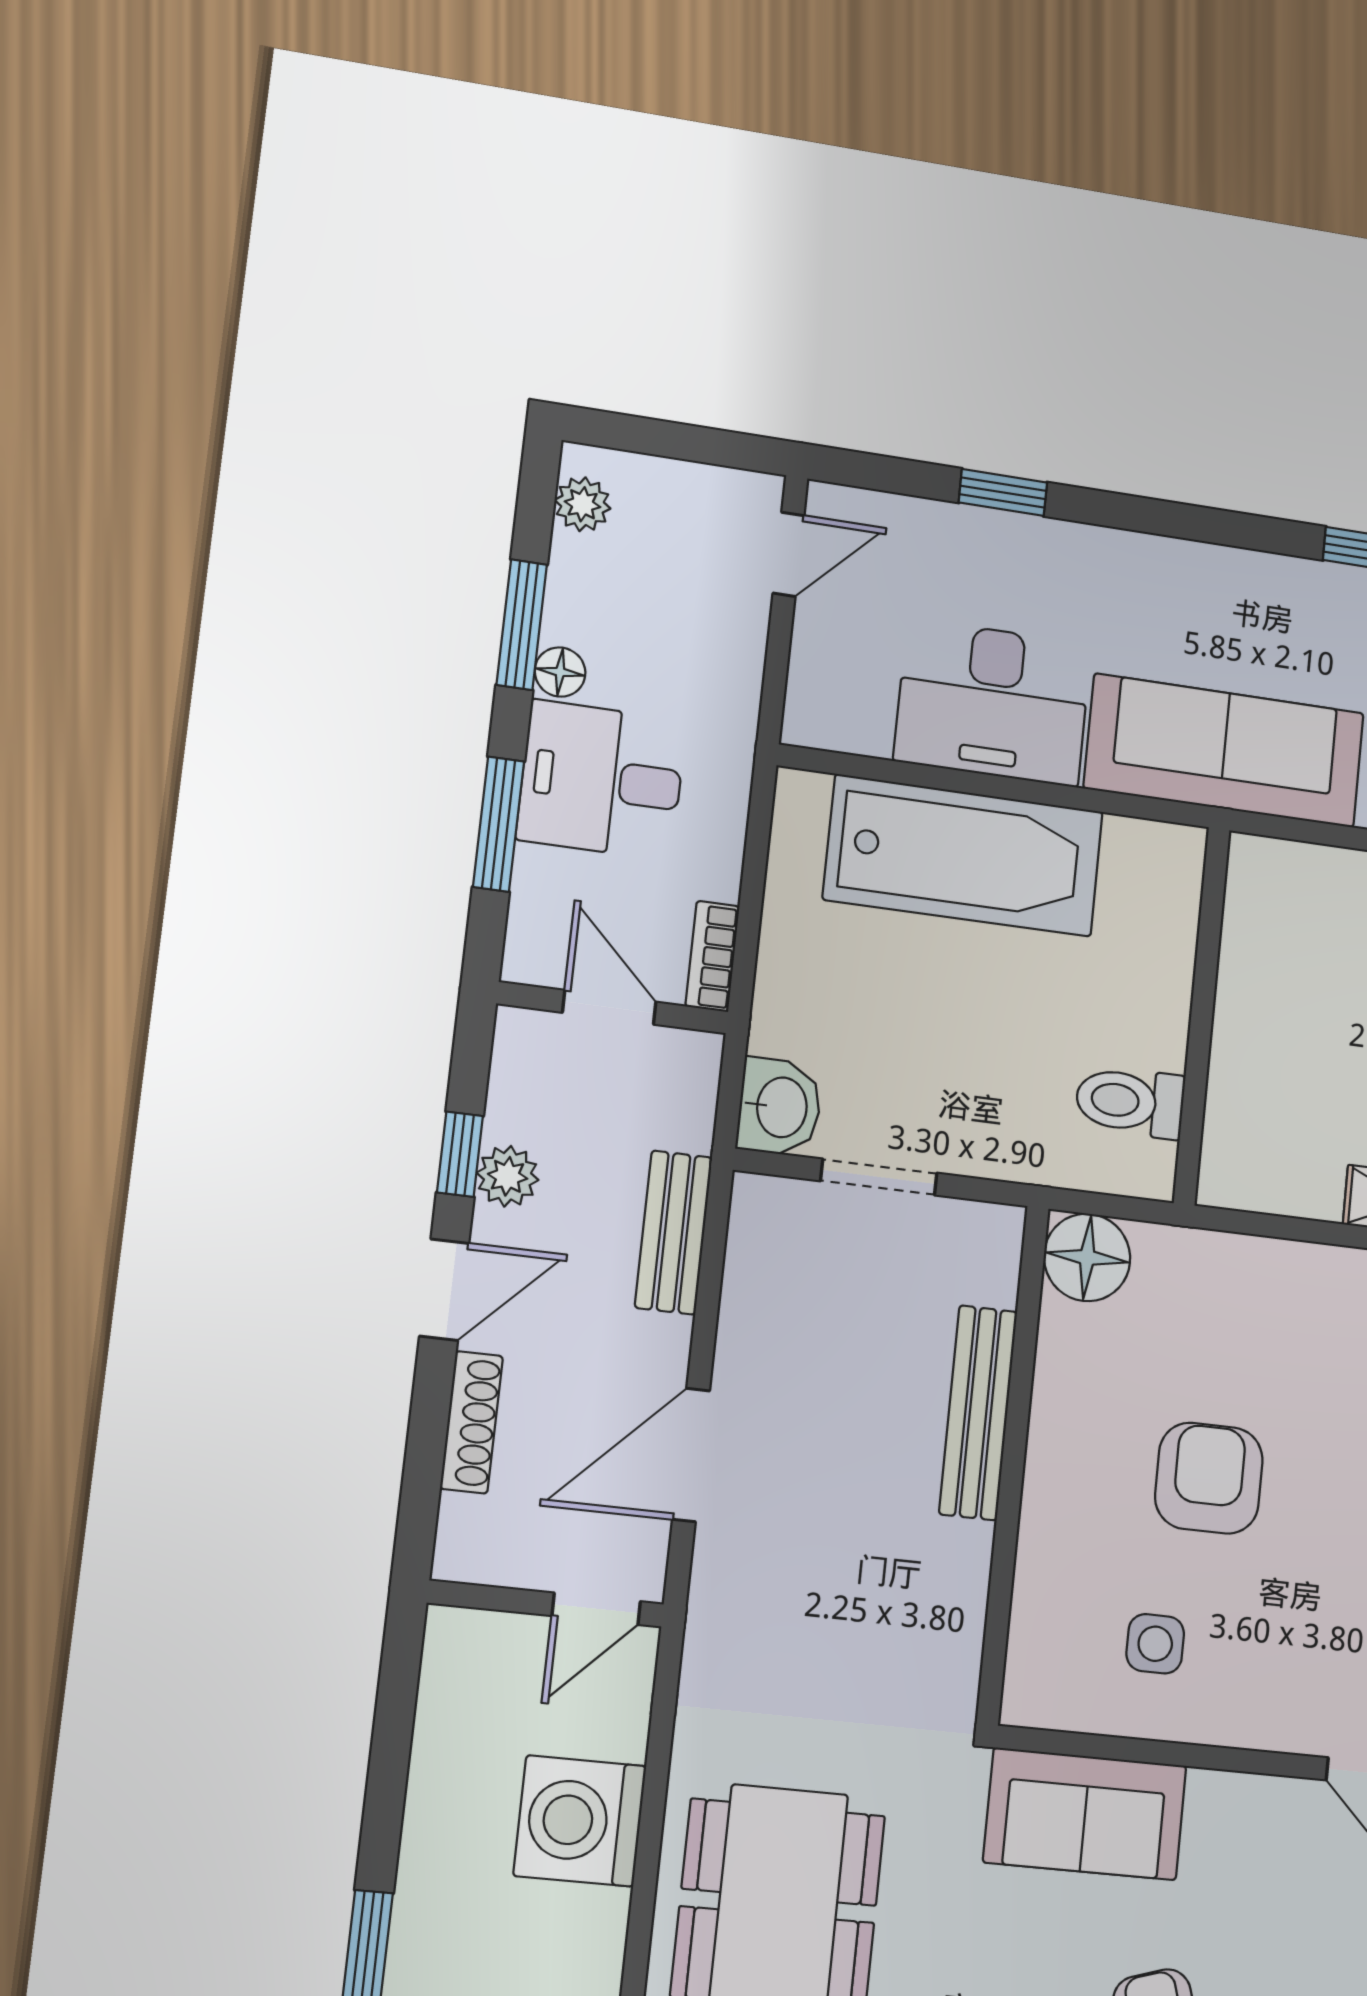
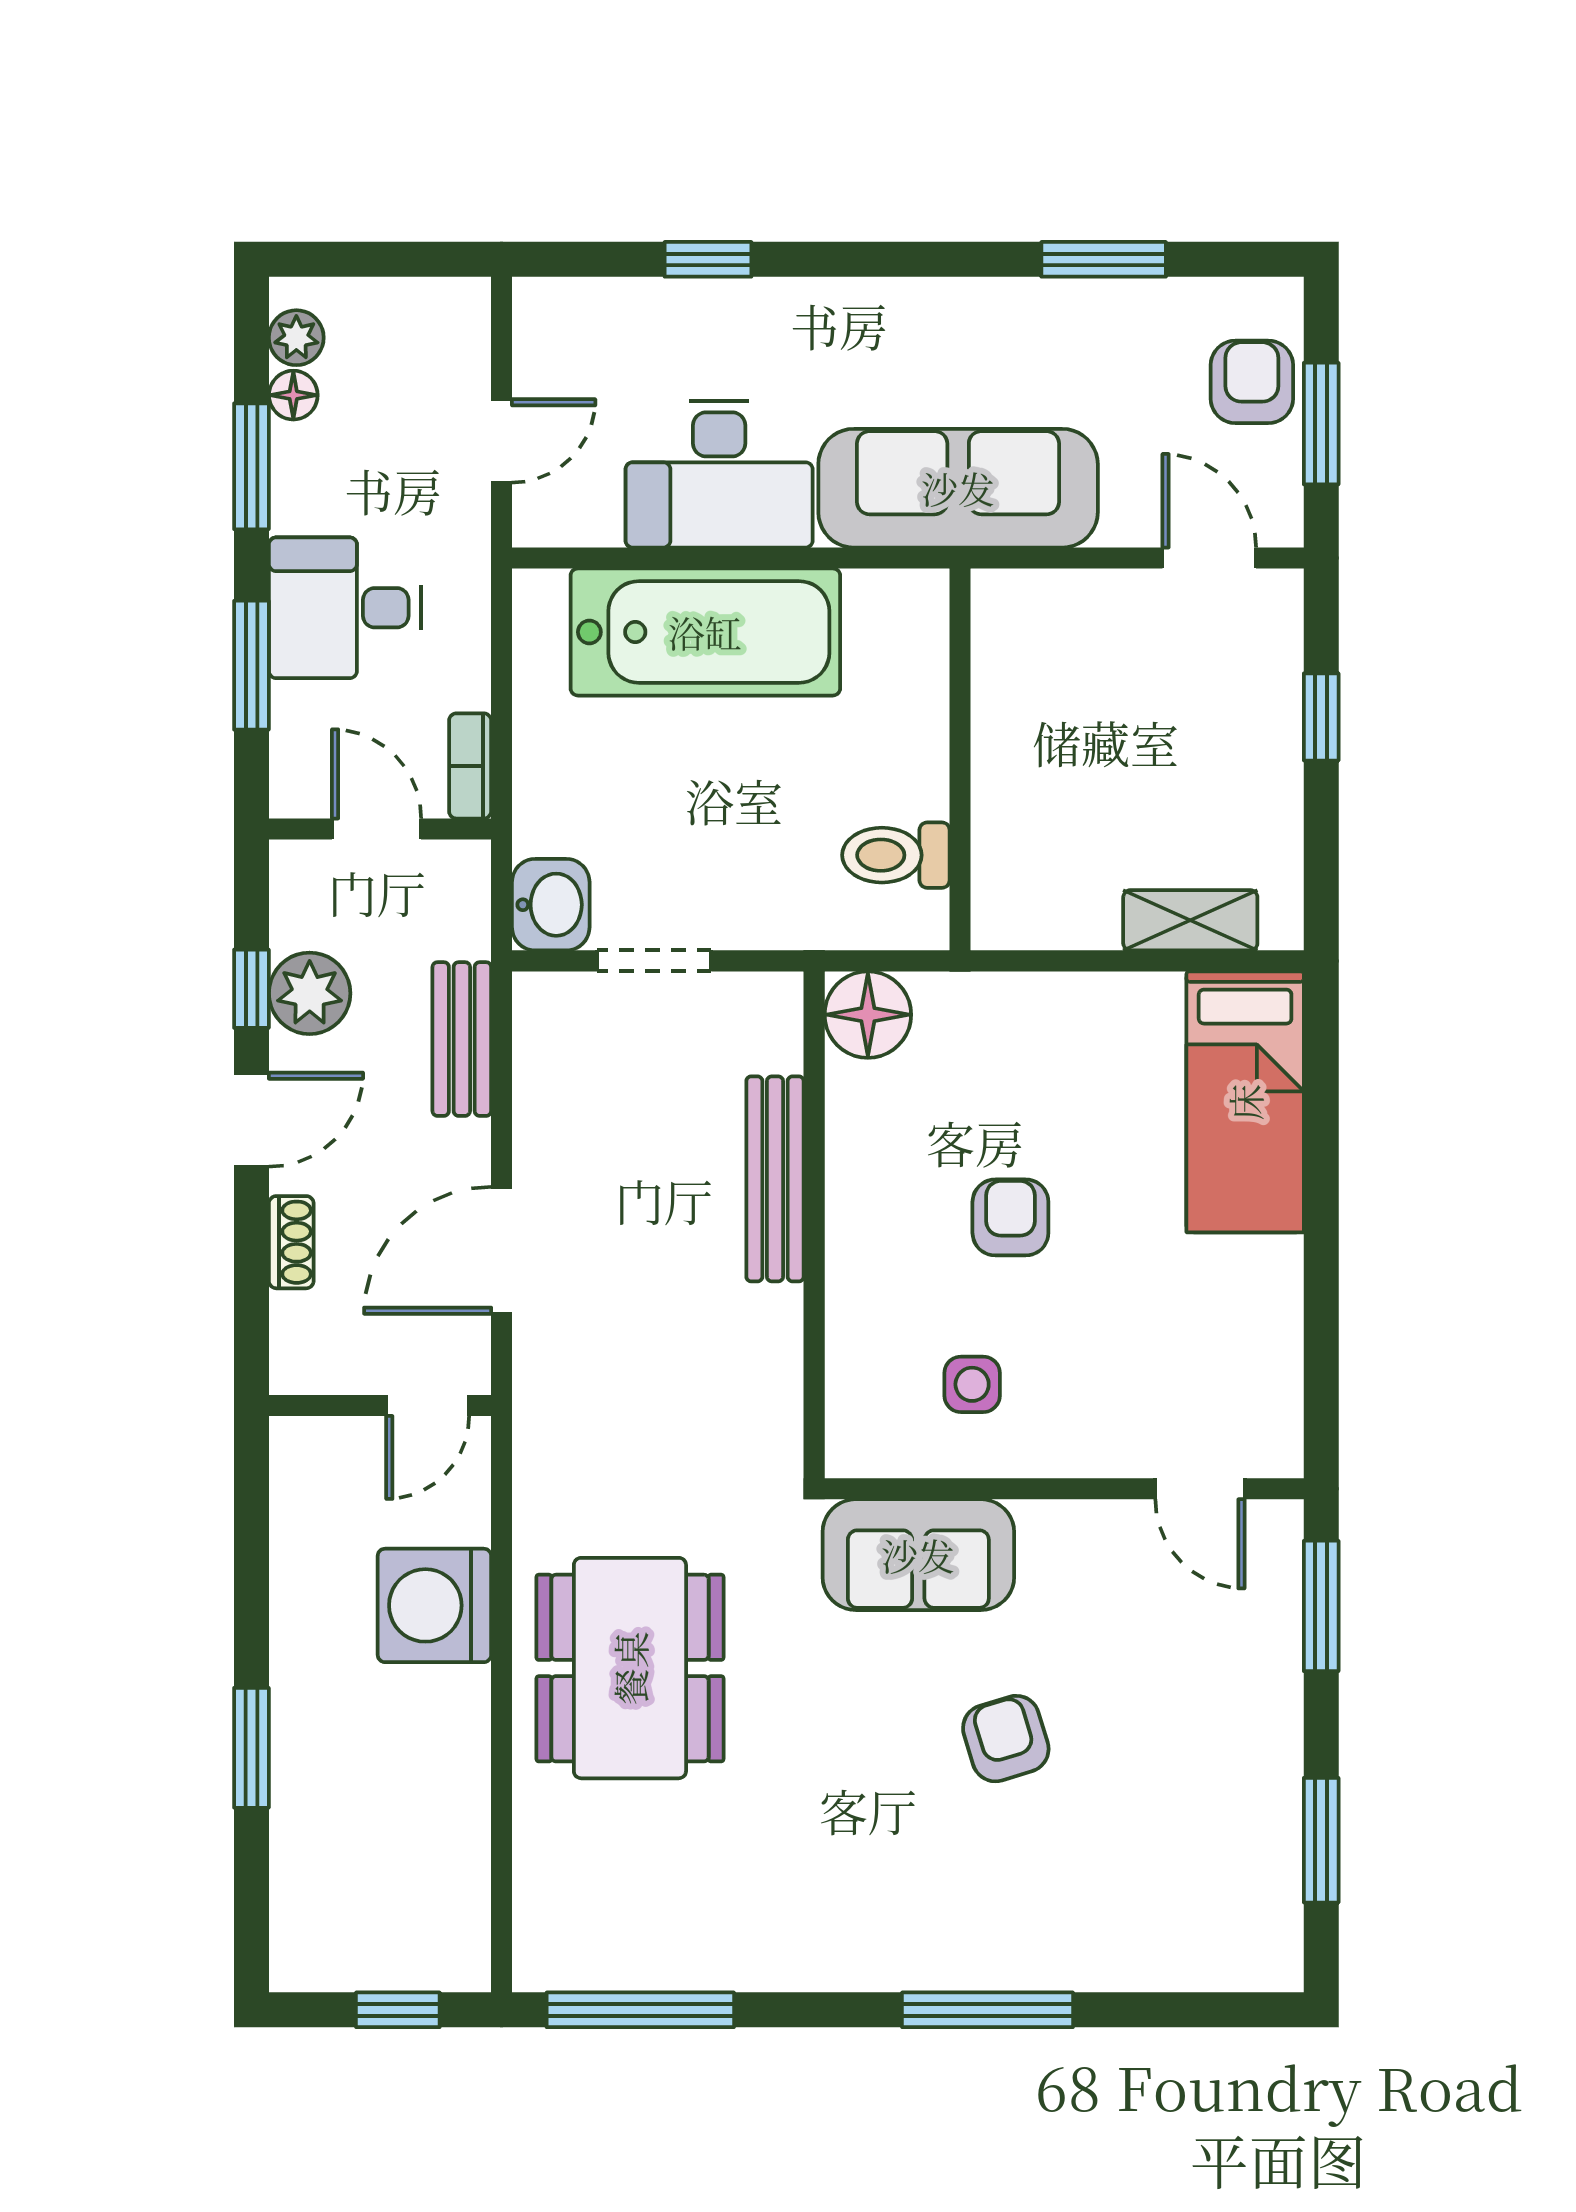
door: (788, 554) -> (502, 441), moved
floor lamp: (560, 672) -> (293, 395), moved
plant: (508, 1176) -> (310, 993), width x1.38, depth x1.38
shoe rack: (471, 1422) -> (291, 1242), width x0.70
armchair: (1209, 1478) -> (1010, 1217), width x0.72, depth x0.72

